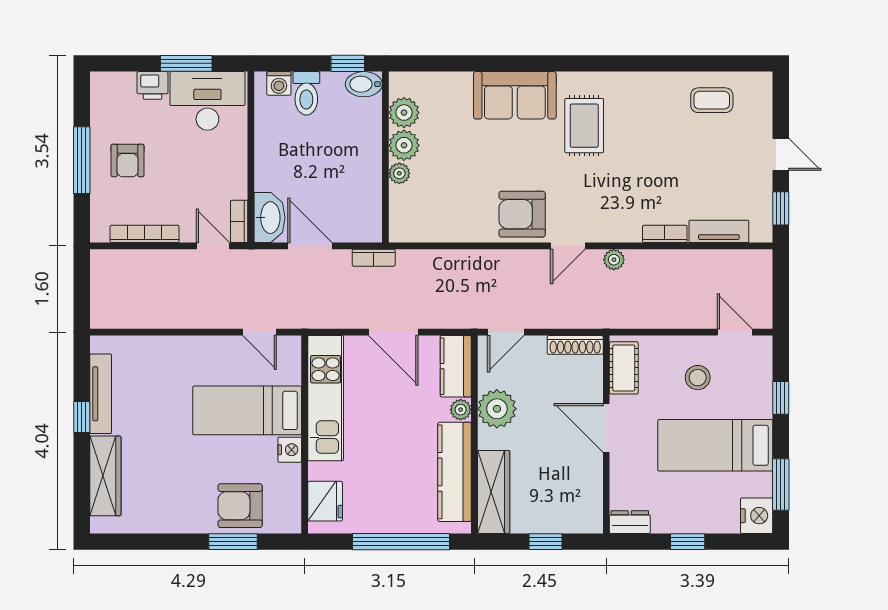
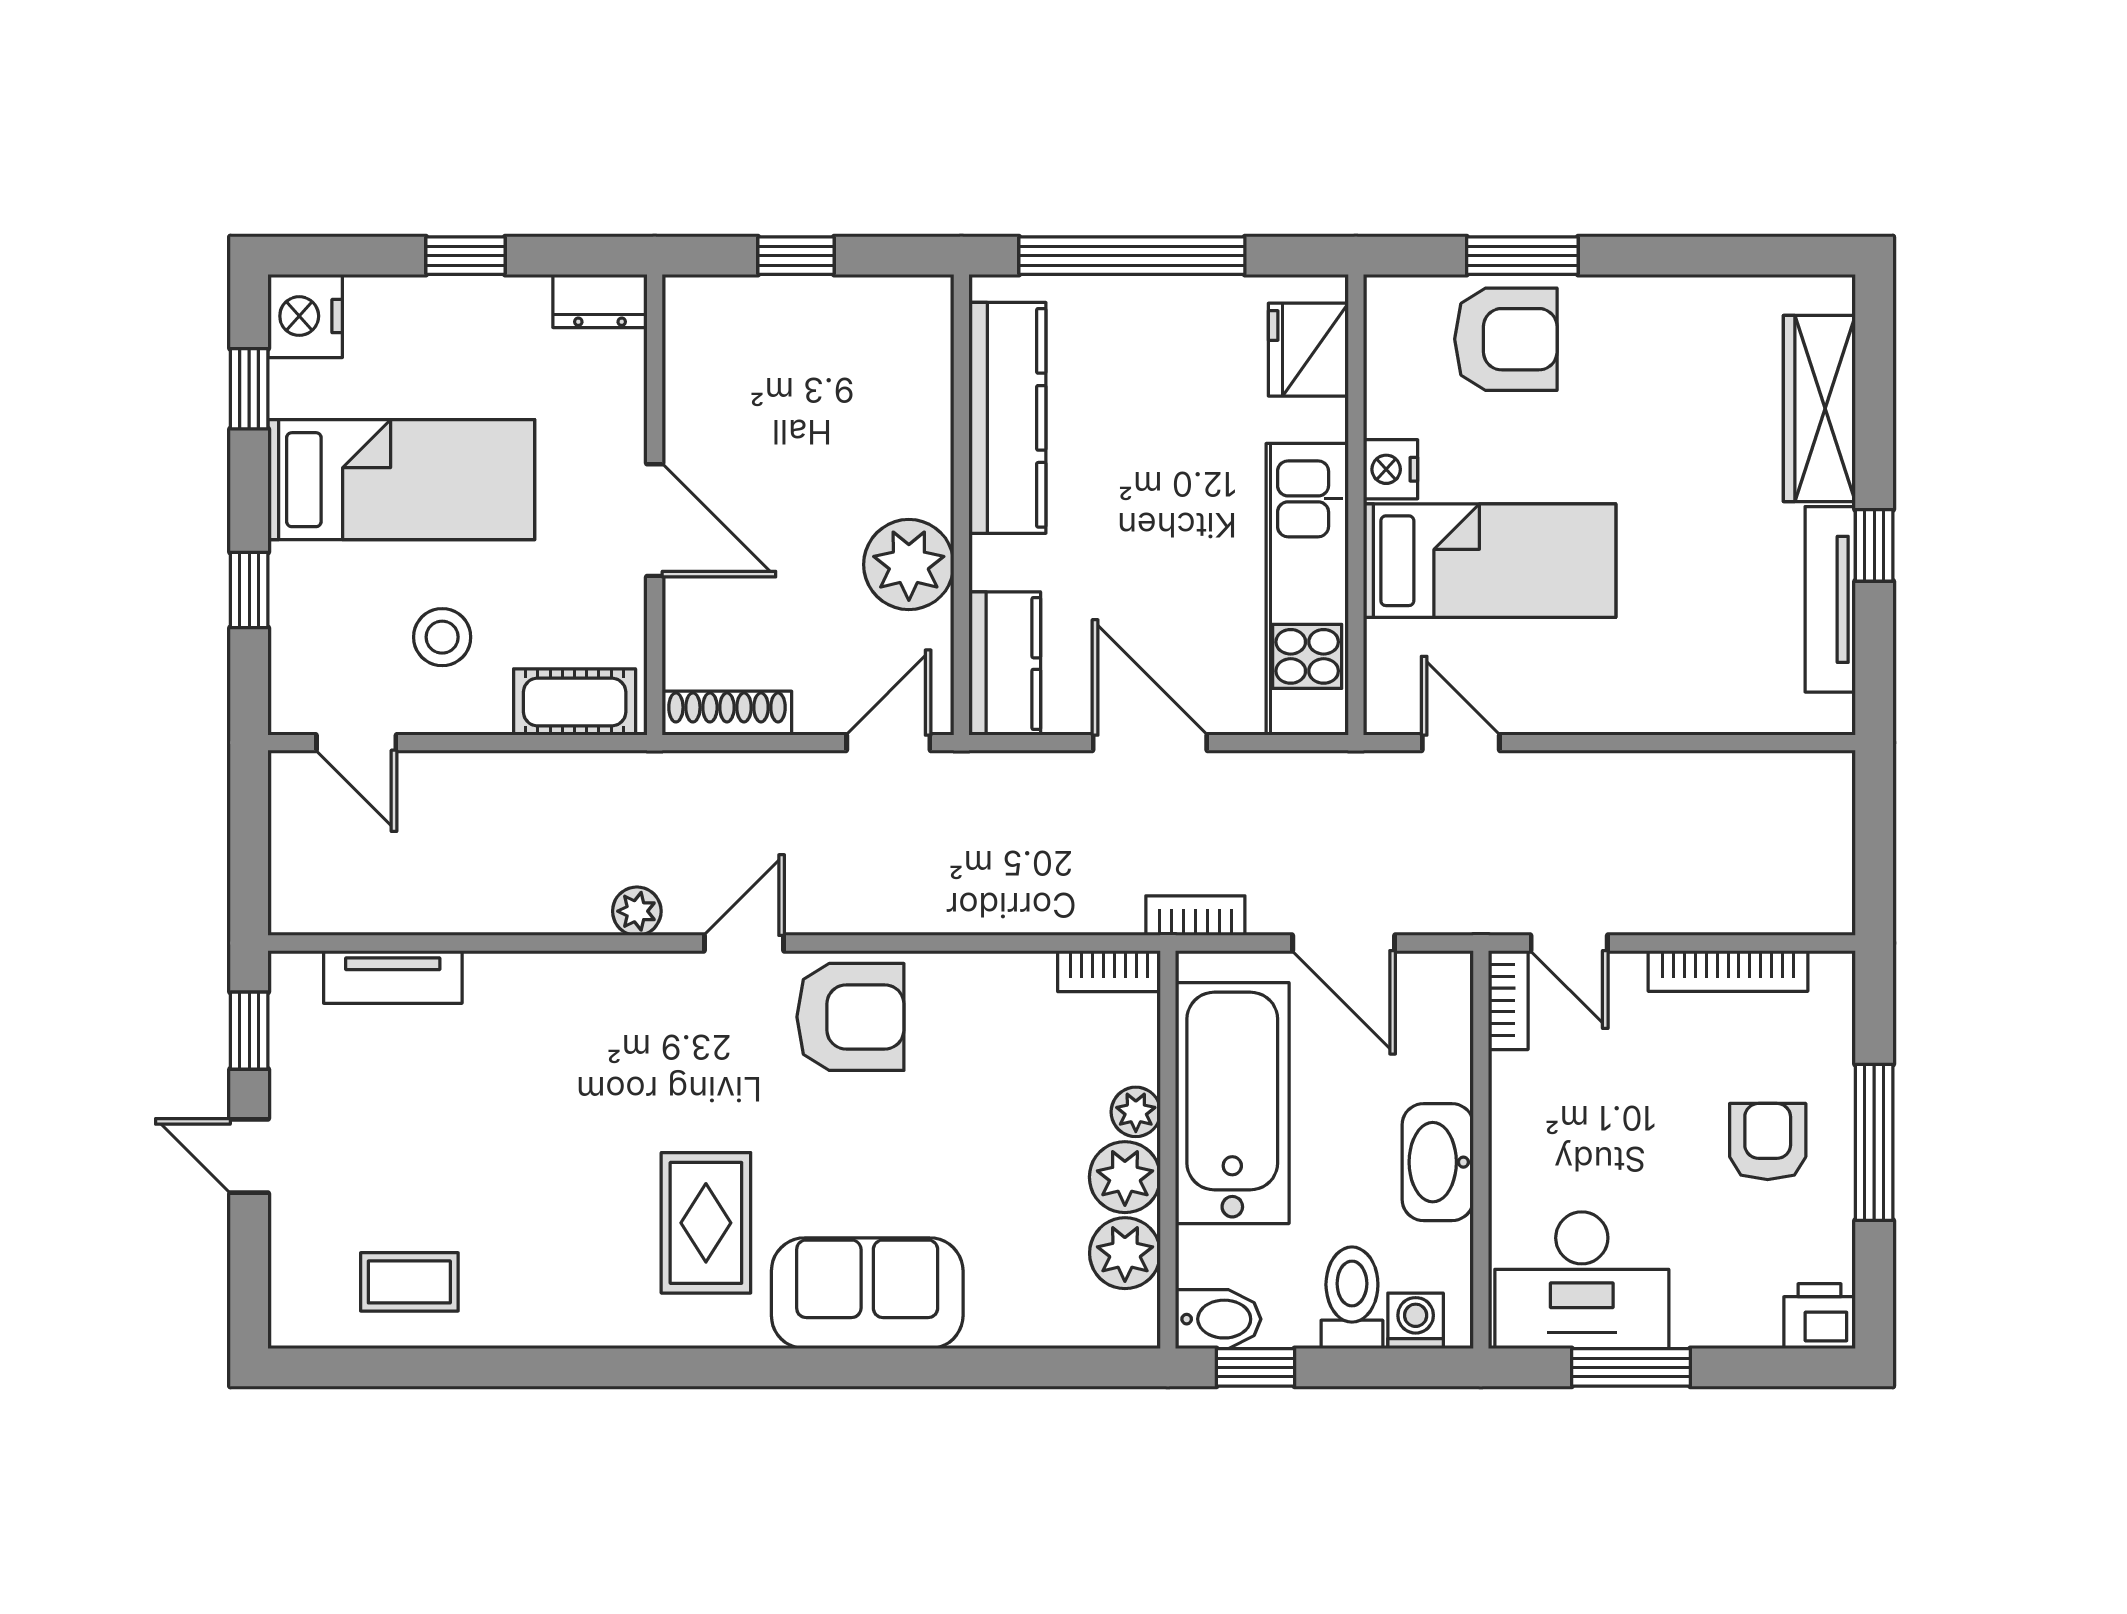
printer: (153, 85) -> (1820, 1316), moved
bathtub: (358, 177) -> (1232, 1103), added
washbasin: (269, 218) -> (1438, 1162), moved
bookcase: (665, 234) -> (1109, 971), moved
cot: (624, 368) -> (575, 702), moved, turned 90
plant: (461, 410) -> (993, 563), removed
window: (781, 484) -> (249, 389), width x0.67
wardrobe: (494, 492) -> (916, 371), removed

